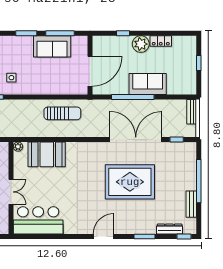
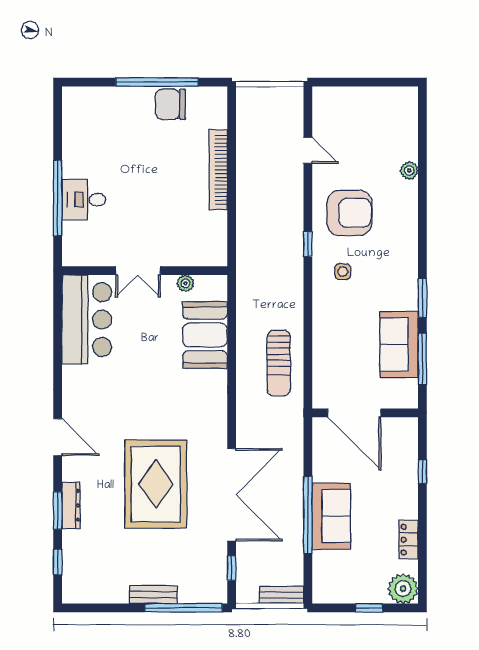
plant: (141, 44) -> (403, 589), moved
window: (133, 97) -> (308, 515), moved
plant: (18, 147) -> (185, 283), moved
window: (199, 181) -> (184, 608), moved
bench: (191, 204) -> (153, 595), moved
dresser: (170, 229) -> (71, 505), moved
window: (184, 236) -> (58, 562), moved

